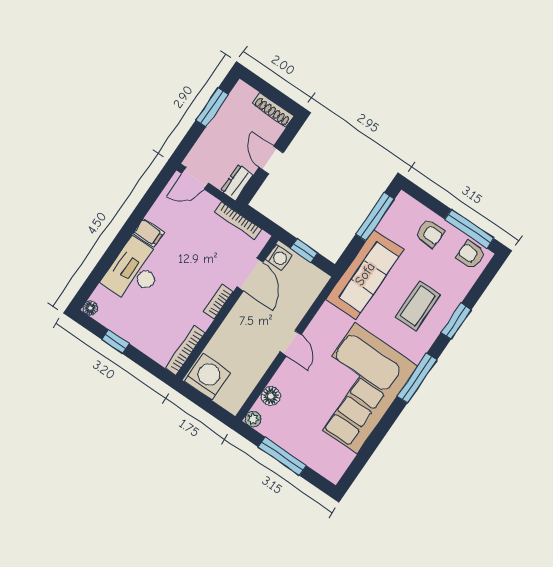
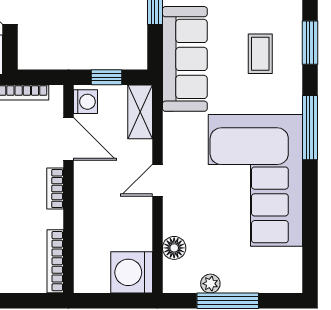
shelving: (311, 289) -> (140, 112), added
coffee table: (418, 306) -> (260, 54), width x0.73, depth x0.77
door: (291, 343) -> (157, 180), swing flipped
washing machine: (207, 377) -> (132, 272), moved, turned -90
plant: (253, 419) -> (210, 284), moved

